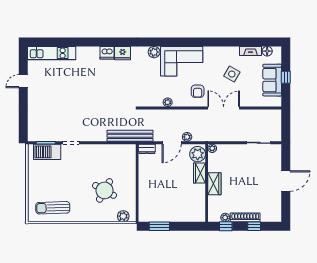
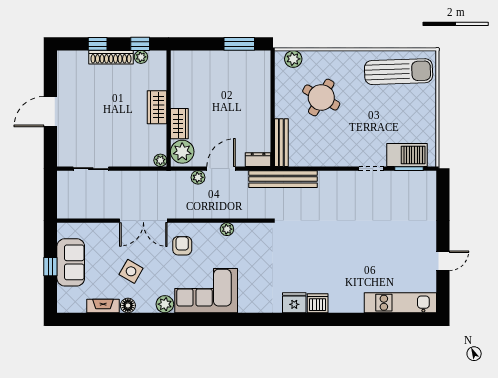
floor lamp: (267, 51) -> (128, 305), moved
plant: (154, 52) -> (165, 304), moved
bench: (131, 160) -> (281, 143), added
sun lounger: (53, 208) -> (399, 72), width x1.36, depth x1.34

